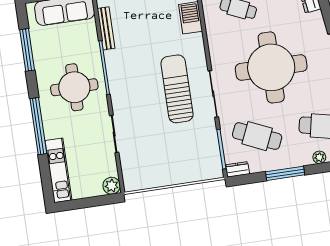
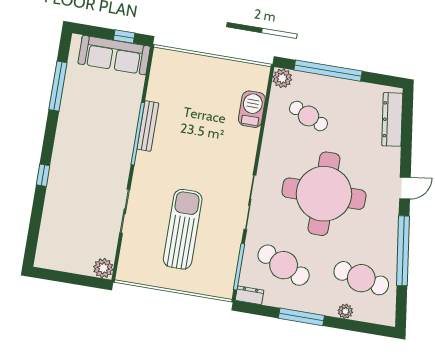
bench: (106, 28) -> (148, 126), moved
round table: (74, 87) -> (97, 145), removed
sun lounger: (177, 89) -> (183, 229), moved
window: (38, 126) -> (43, 175), width x0.32
kitchen unit: (58, 170) -> (50, 232), removed

